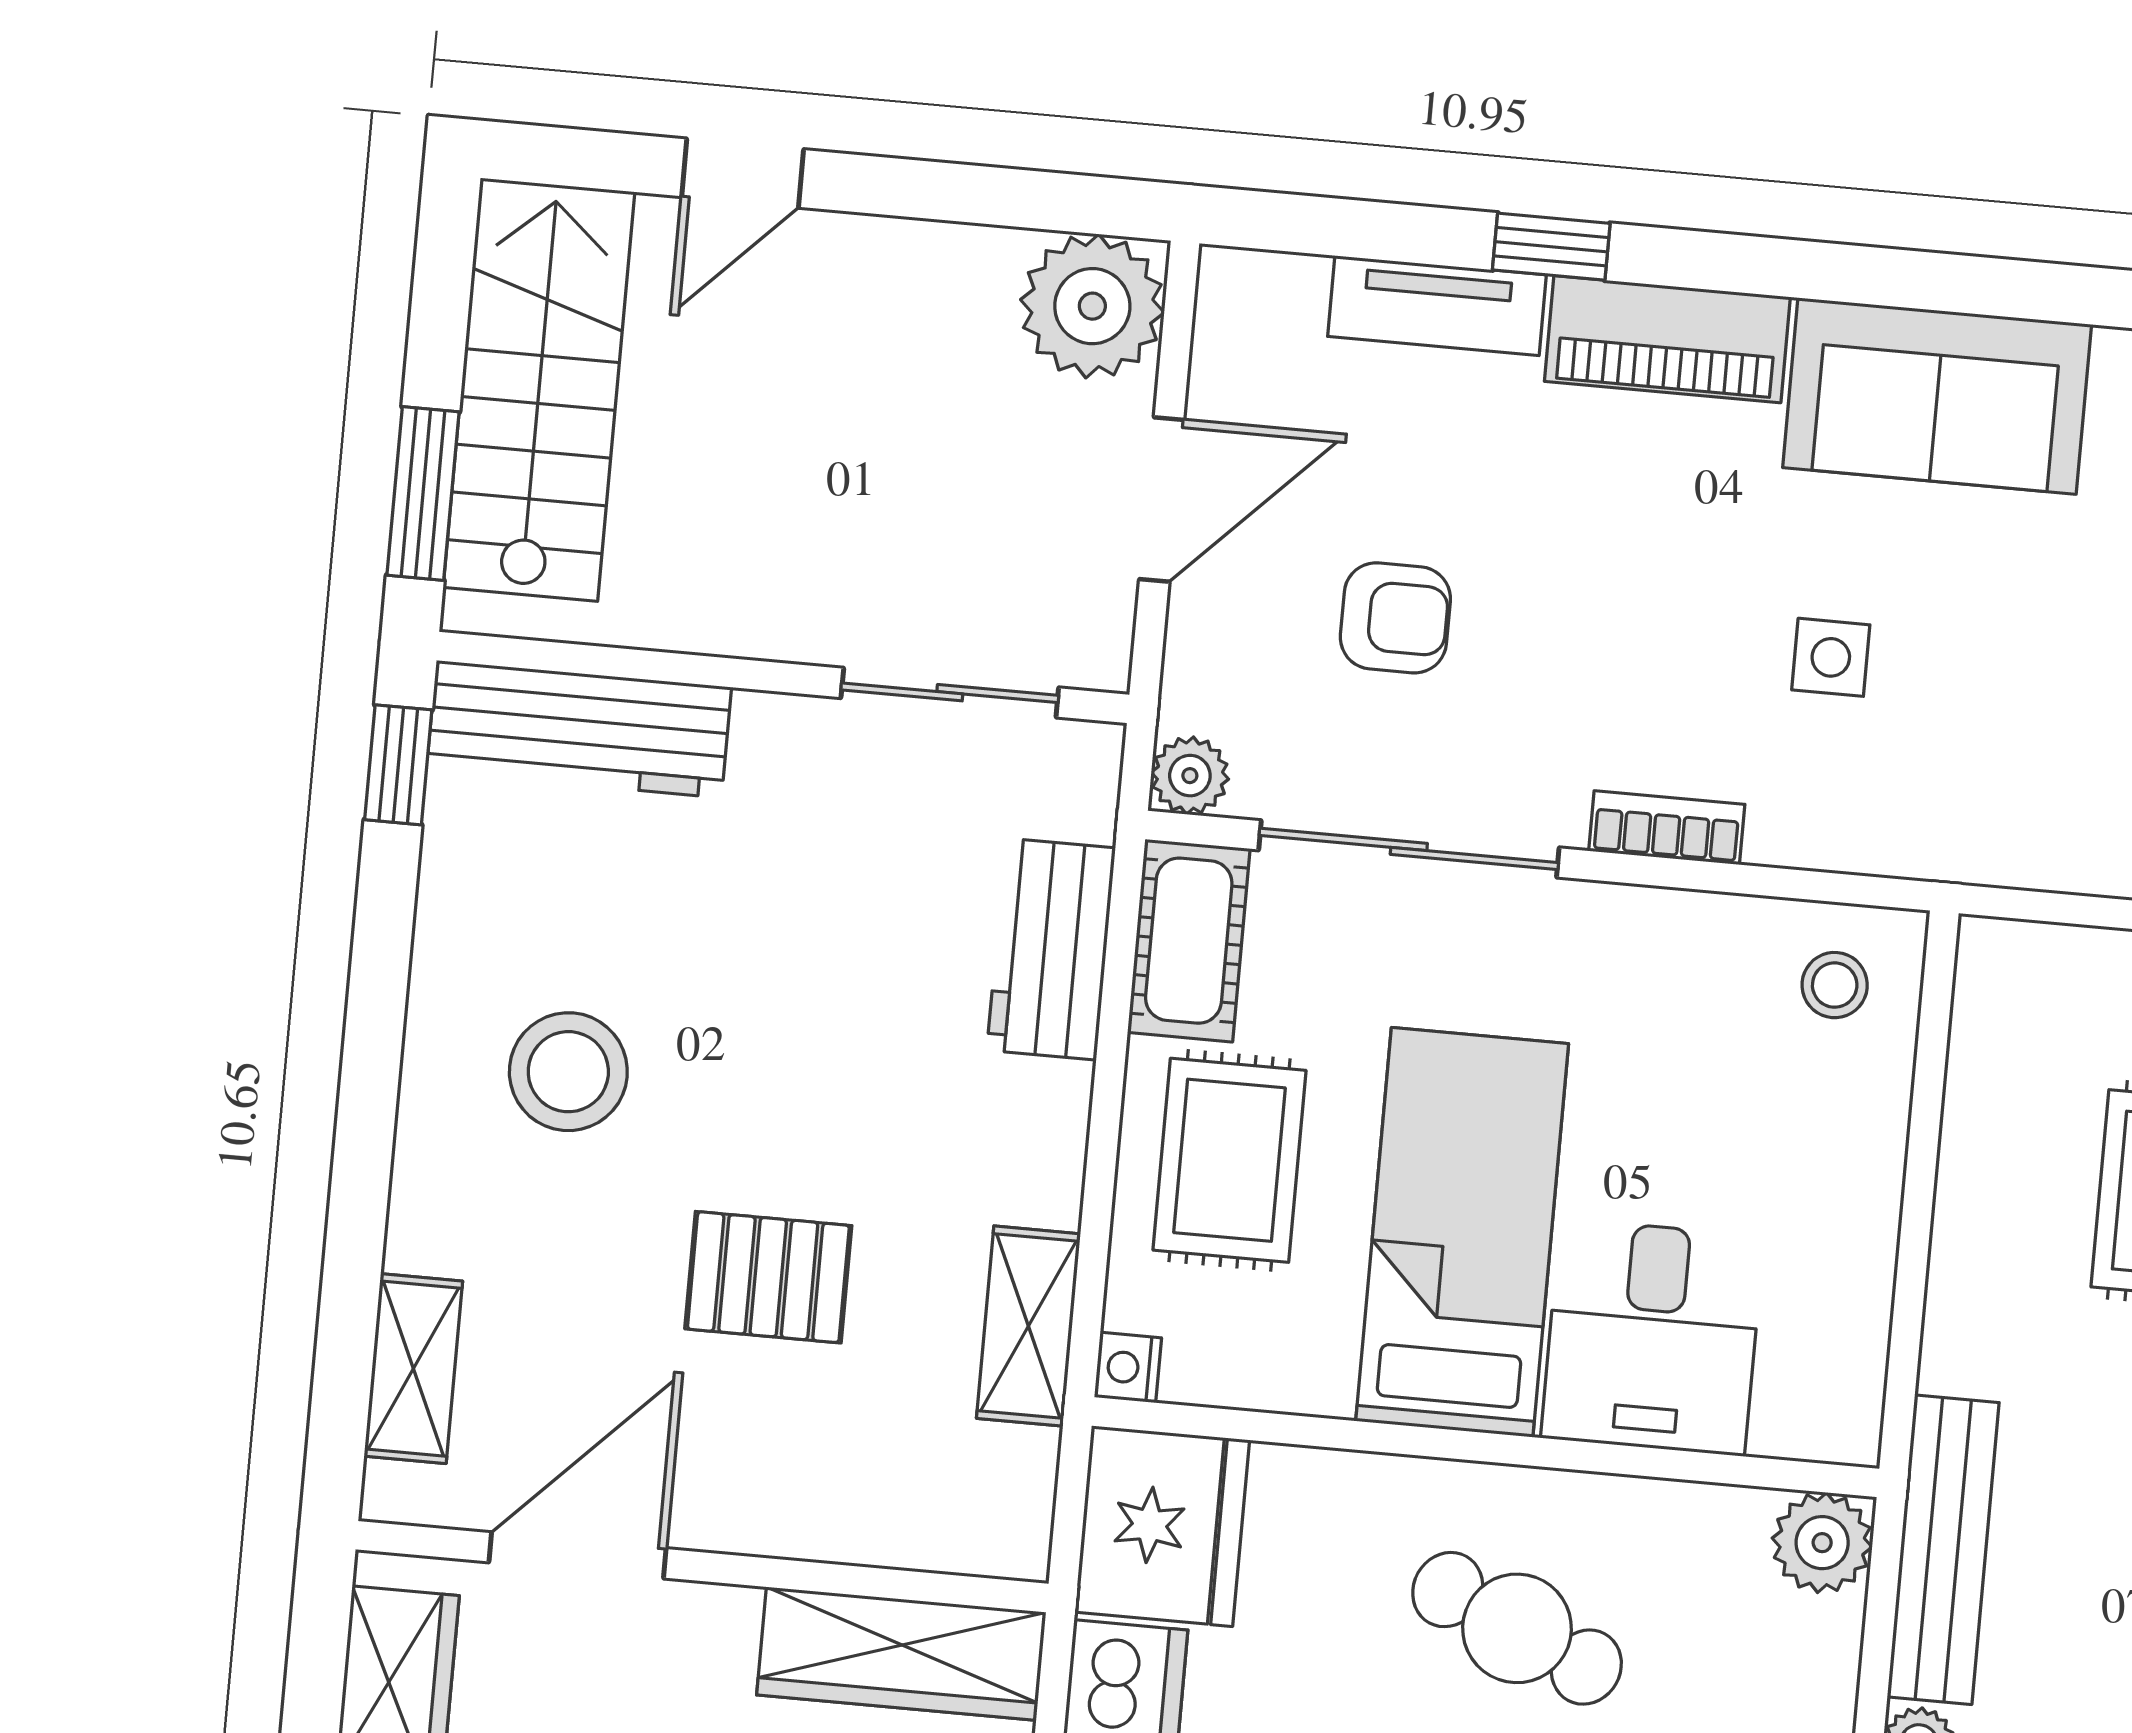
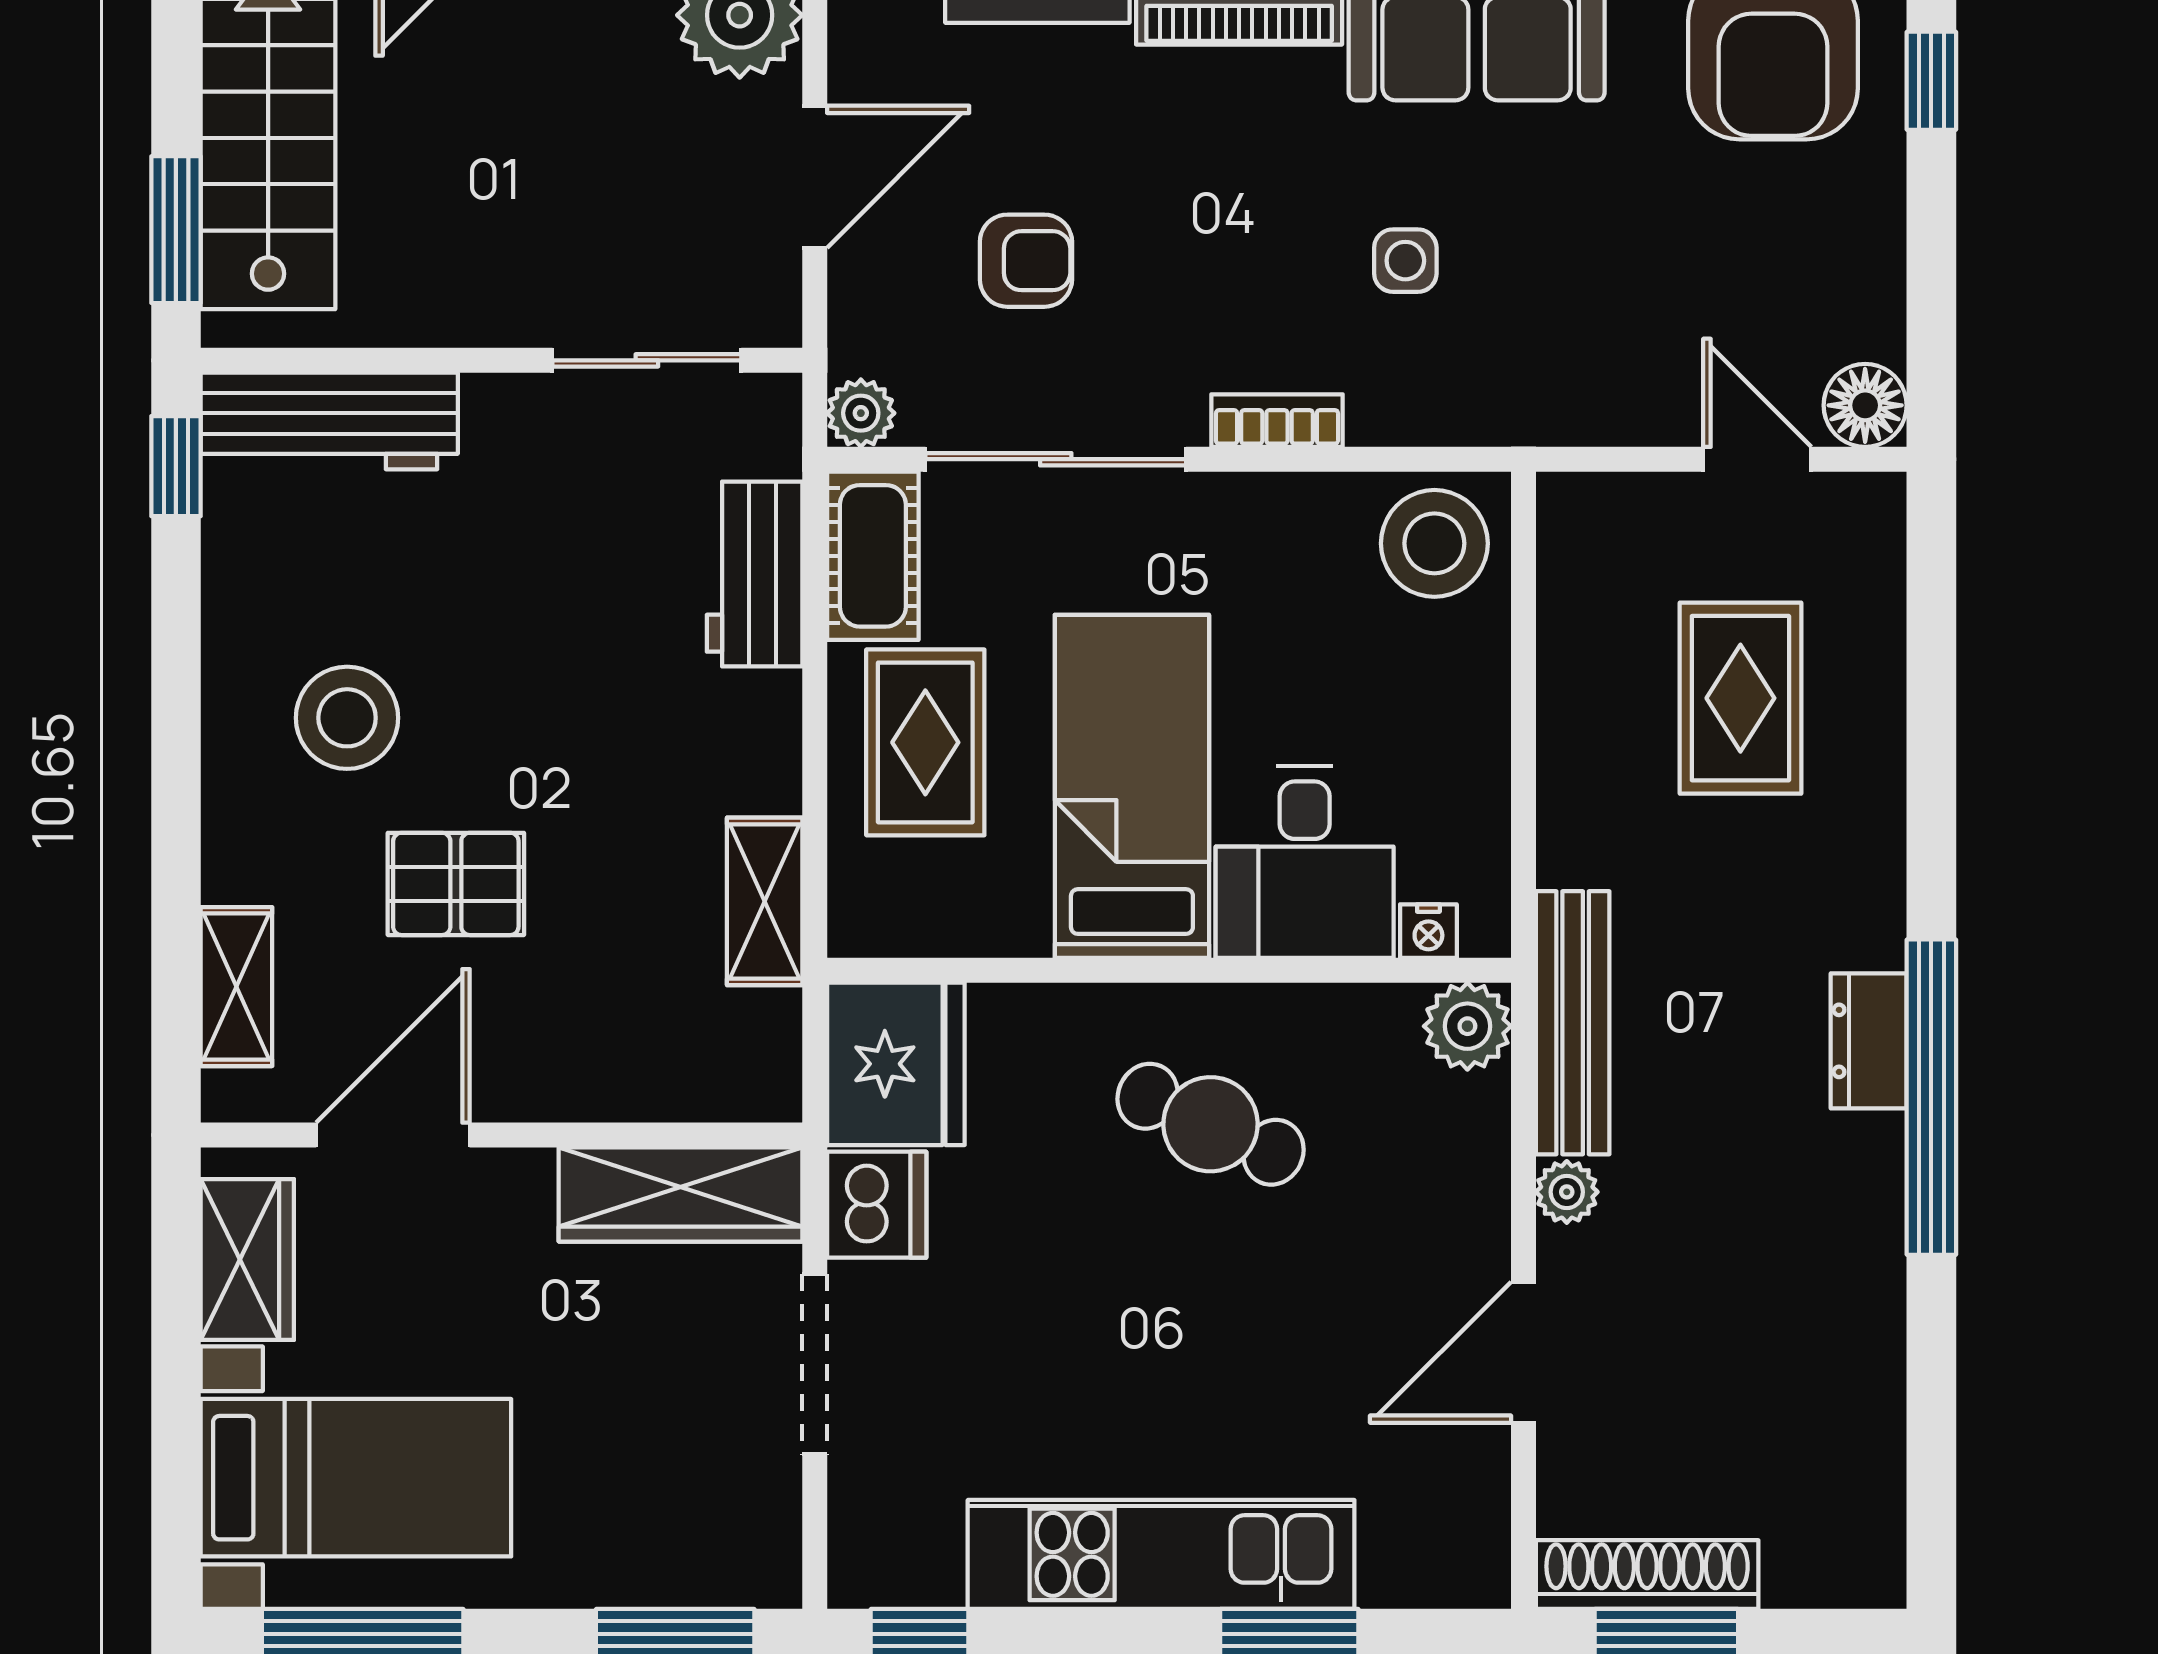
stool: (1835, 985) -> (1434, 543), width x1.89, depth x1.89
pallet: (768, 1277) -> (456, 884), moved
nightstand: (1128, 1368) -> (1428, 931), moved, turned -90

